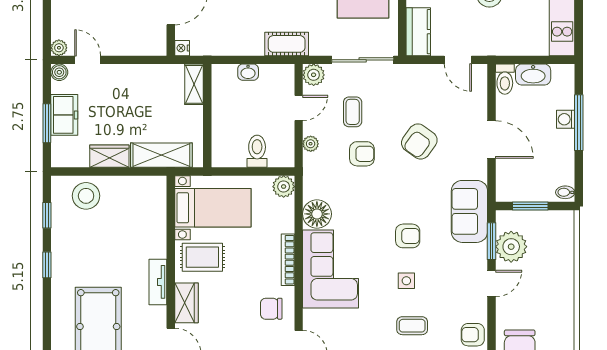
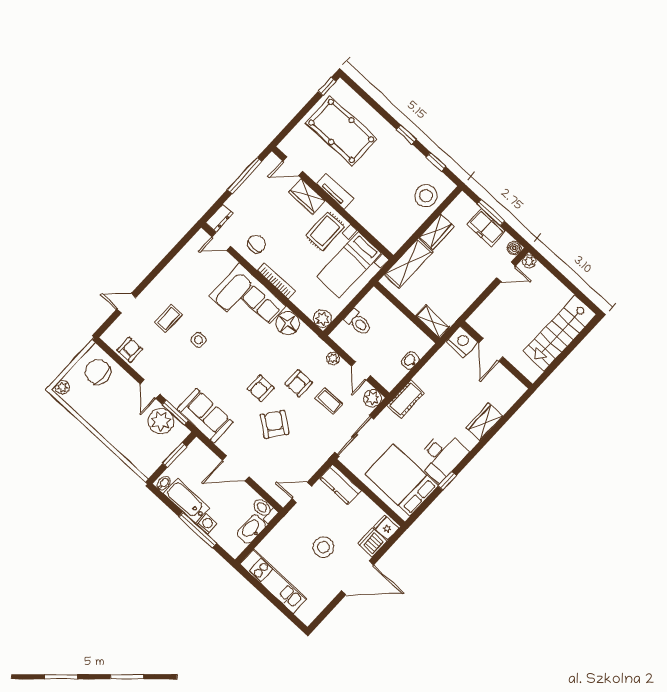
nightstand: (182, 48) -> (462, 342), width x1.89, depth x1.79
bathtub: (562, 157) -> (186, 501), added
armchair: (408, 236) -> (261, 388), moved

